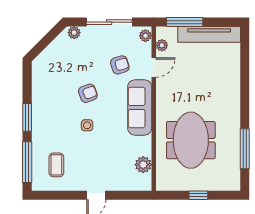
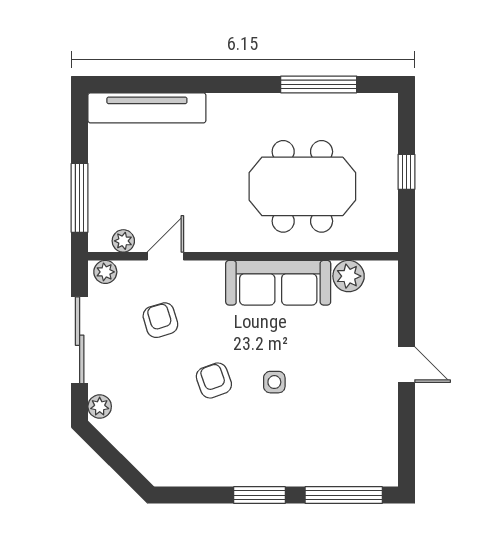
tv unit: (209, 34) -> (147, 108), moved, turned 90
door: (154, 68) -> (165, 256), hinge flipped
sofa: (140, 107) -> (278, 283), moved
coffee table: (56, 165) -> (349, 440), removed

